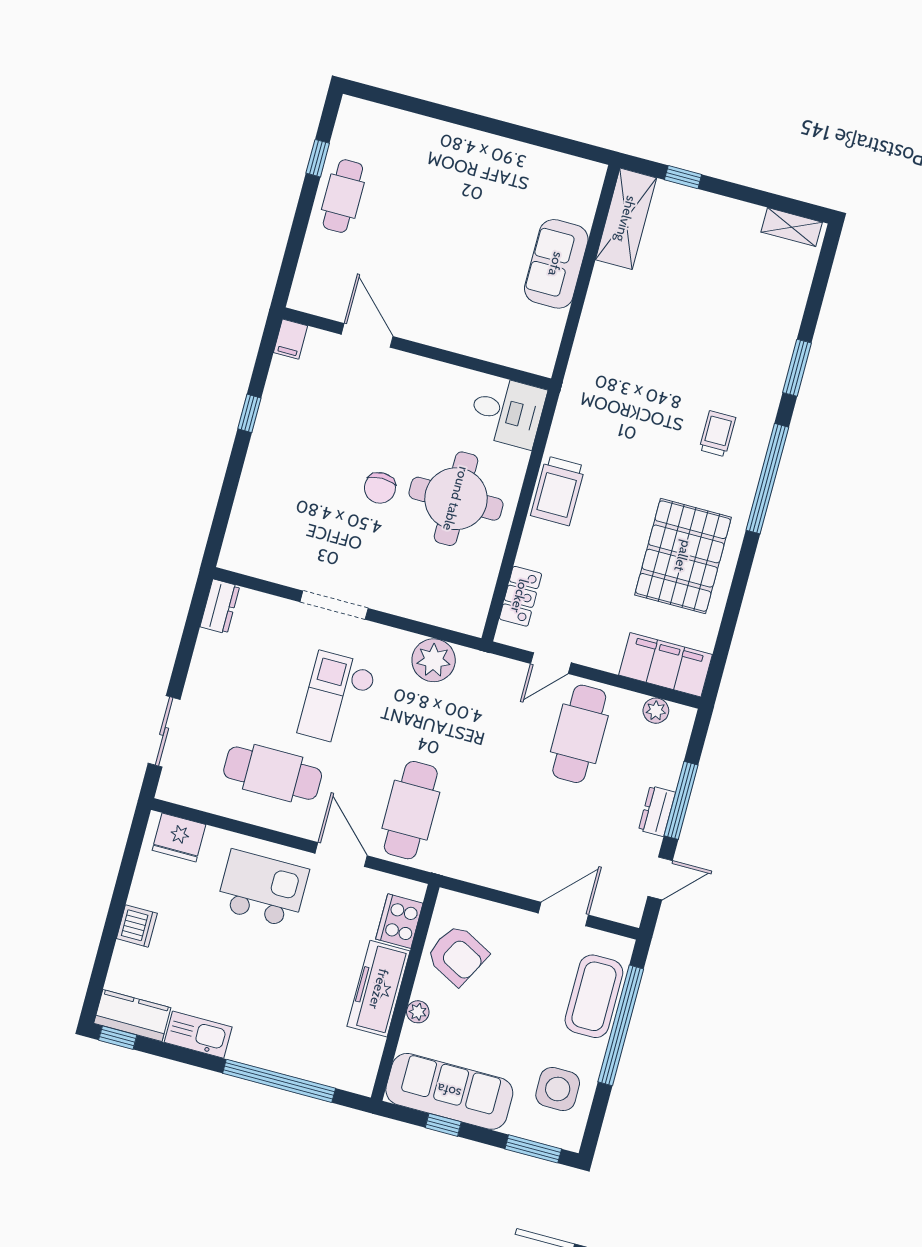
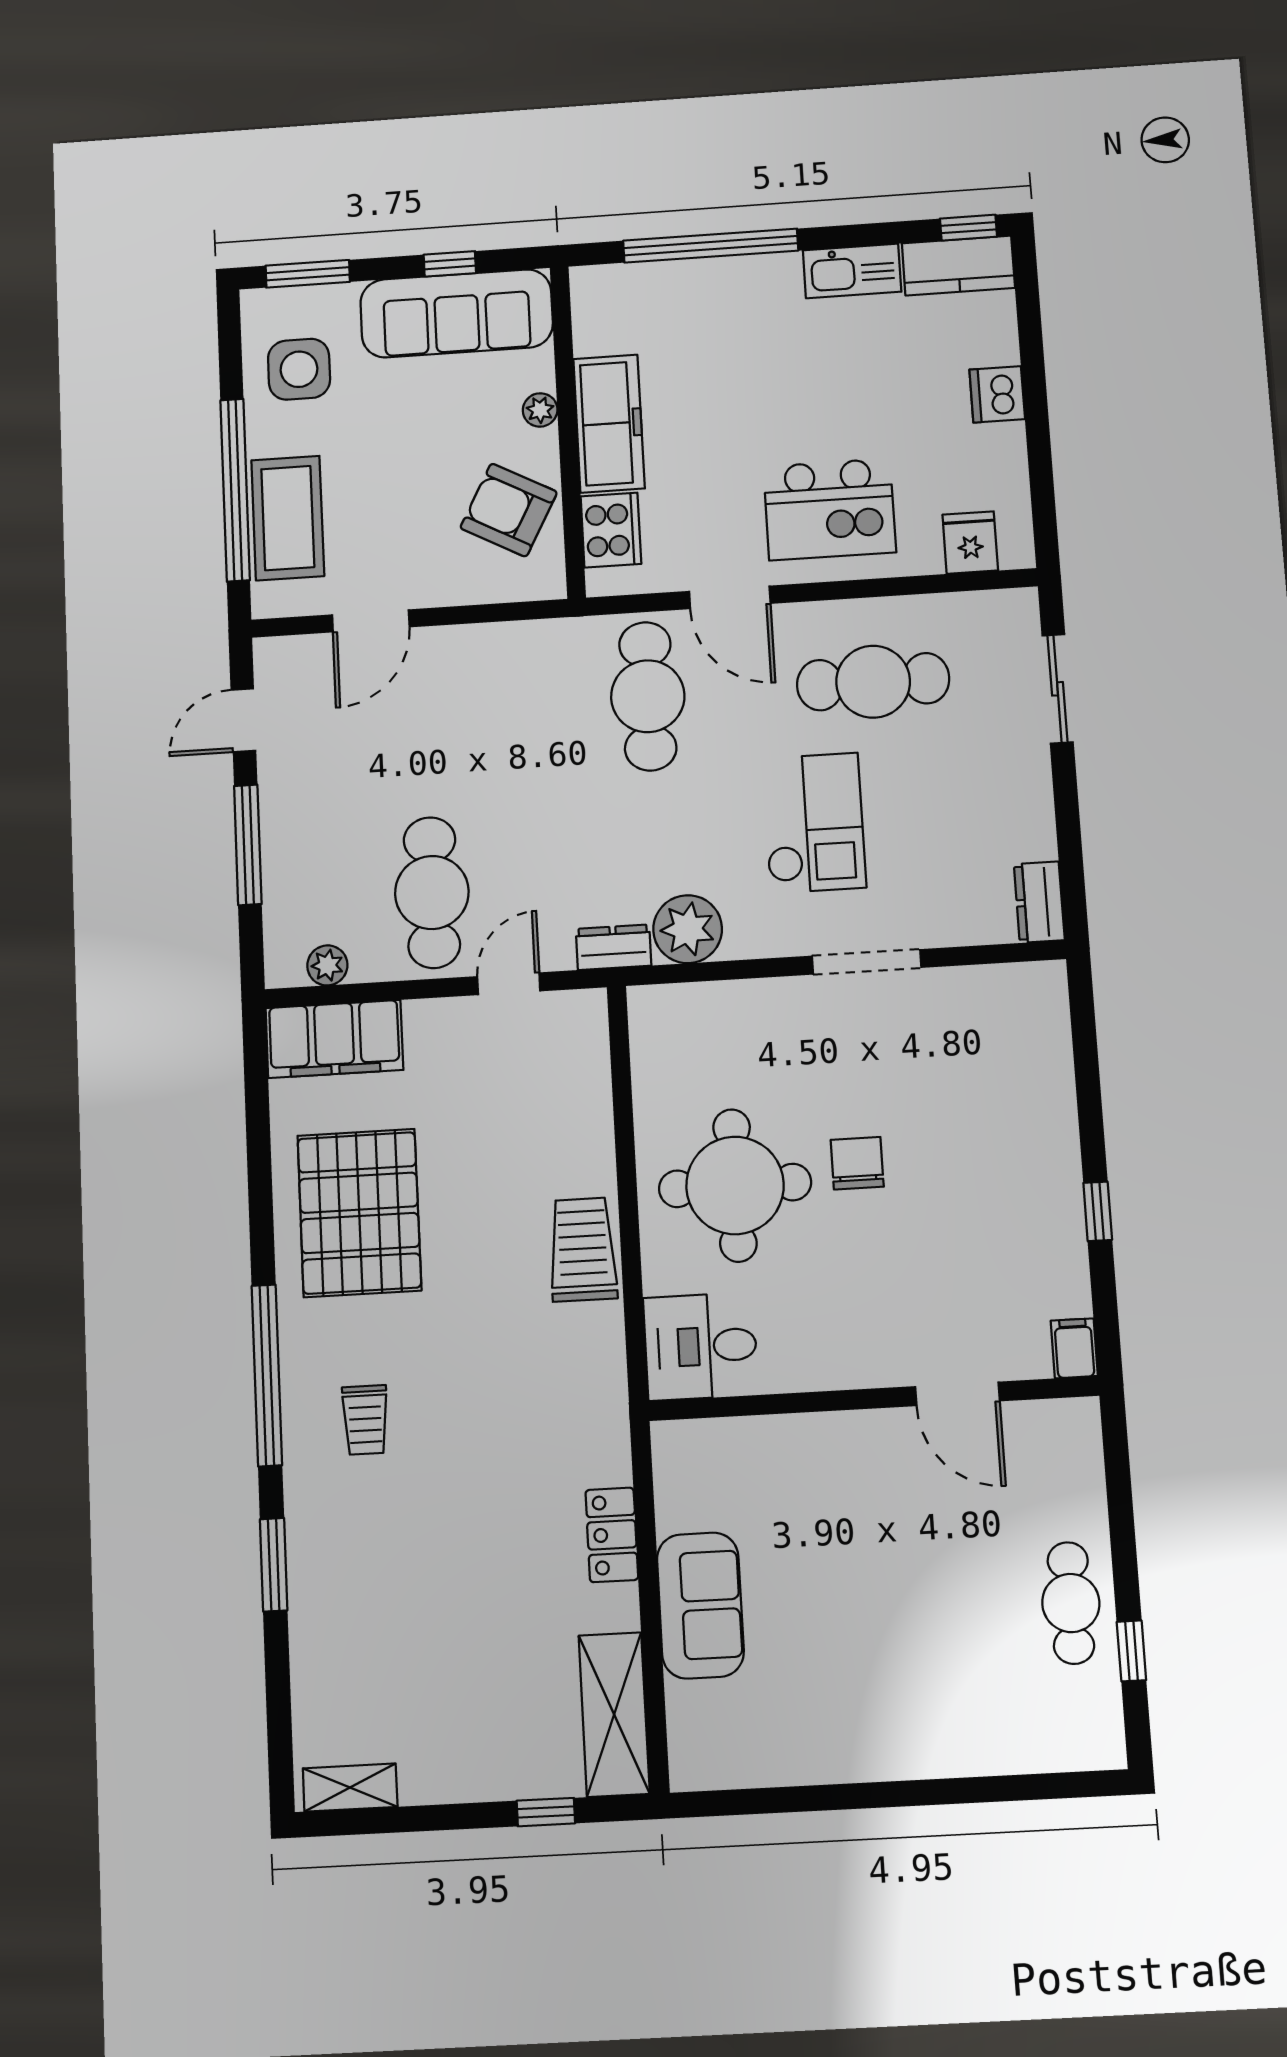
locker: (520, 596) -> (612, 1535), moved
dresser: (657, 811) -> (613, 947), moved, turned -90
fridge: (179, 837) -> (970, 543), width x0.72

